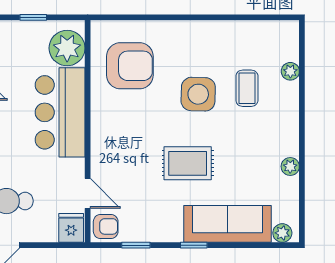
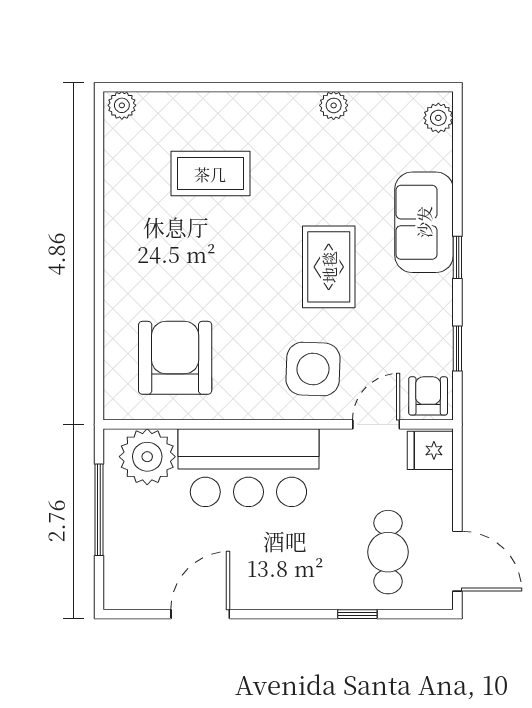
window: (33, 17) -> (99, 510), width x2.17
plant: (290, 71) -> (122, 105), moved
coffee table: (247, 88) -> (210, 174), width x1.36, depth x1.30
side table: (198, 94) -> (313, 369), moved
sofa: (228, 224) -> (424, 222), width x0.73

